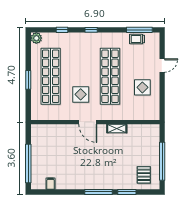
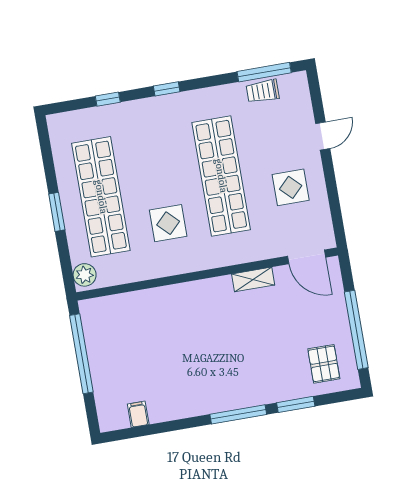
plant: (36, 38) -> (85, 275), moved
door: (88, 122) -> (307, 257), moved
window: (28, 164) -> (81, 354), moved

